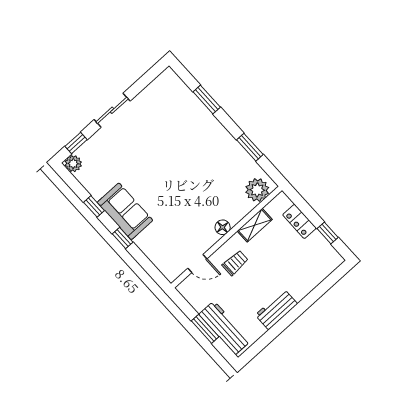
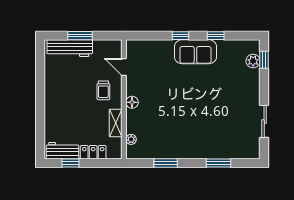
sliding door: (112, 110) -> (264, 121), moved
plant: (73, 164) -> (253, 61), moved
plant: (257, 190) -> (131, 139), width x0.53, depth x0.53
door: (197, 263) -> (124, 67), hinge flipped
workbench: (276, 309) -> (63, 151), moved, turned -90

